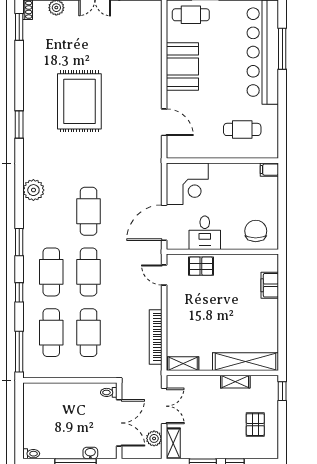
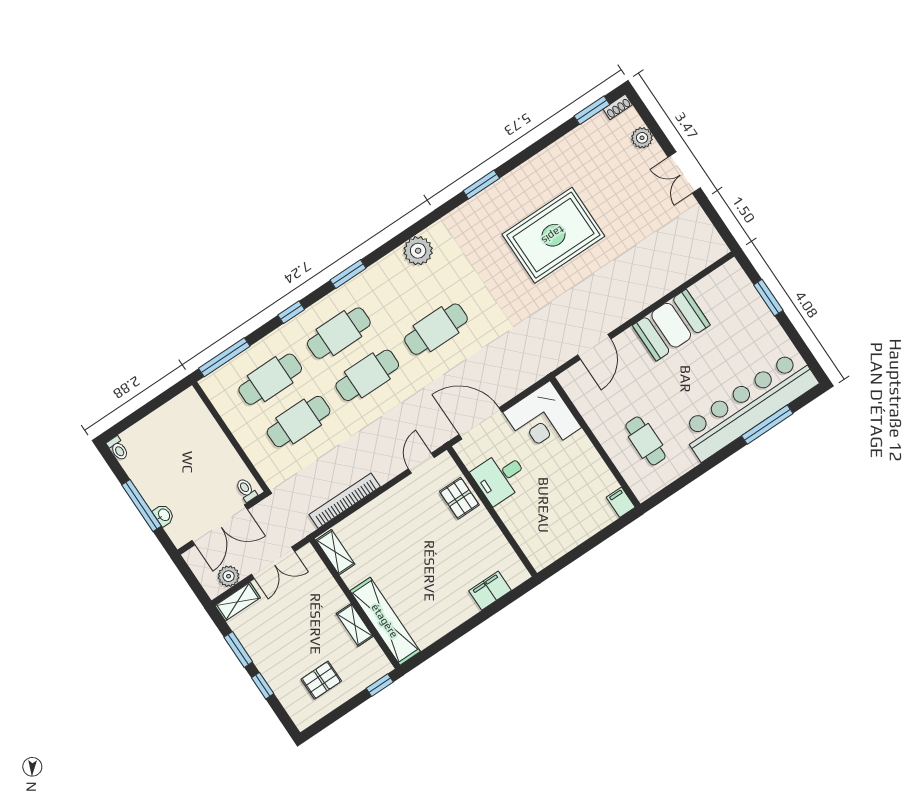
cafe table: (191, 15) -> (736, 295), removed
chair: (256, 231) -> (541, 533), removed

